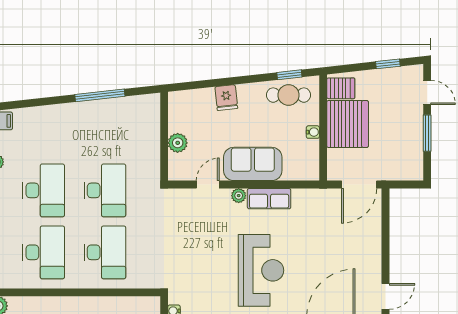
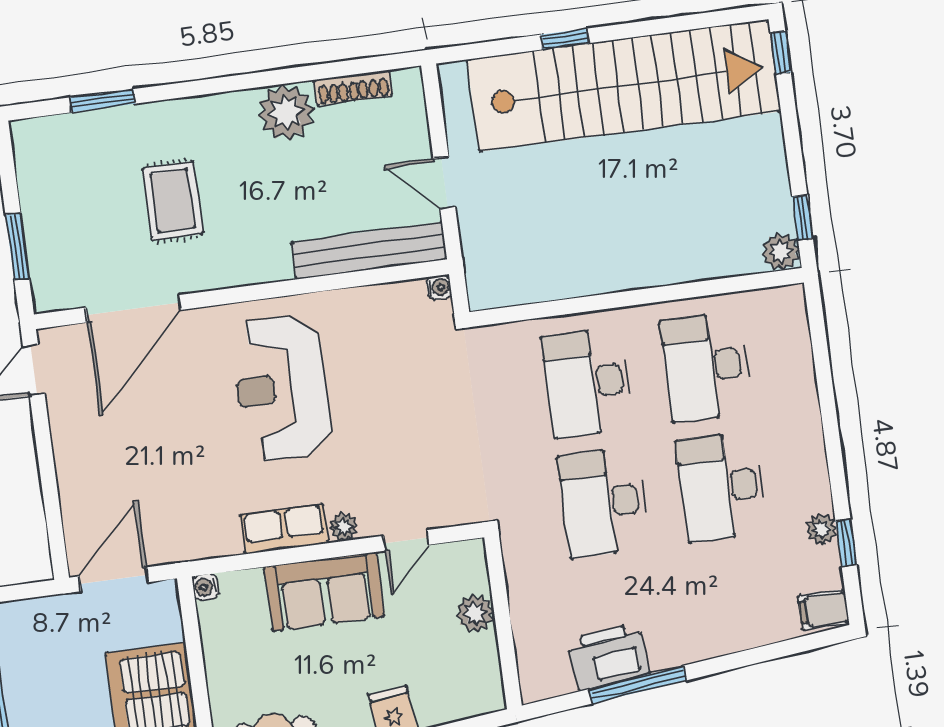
printer: (113, 112) -> (608, 657), added
water cooler: (313, 132) -> (206, 587), moved

